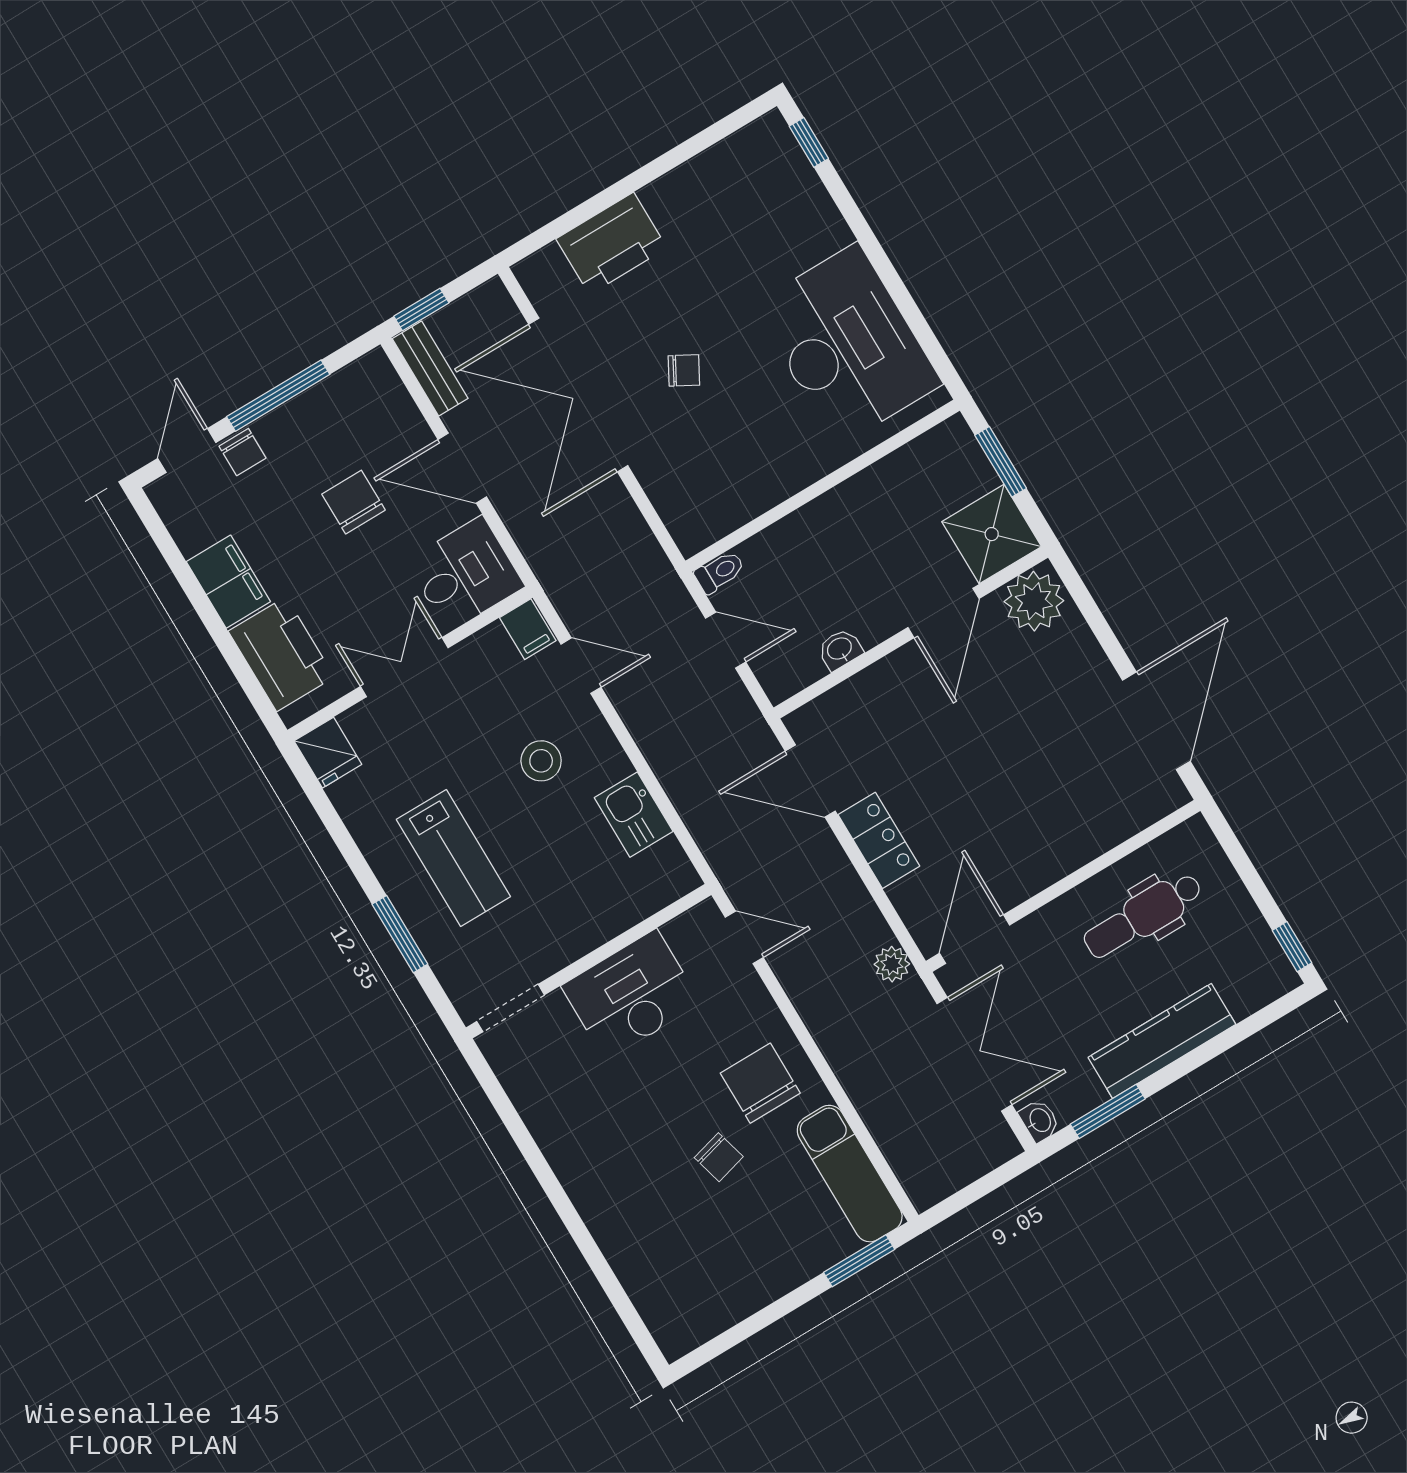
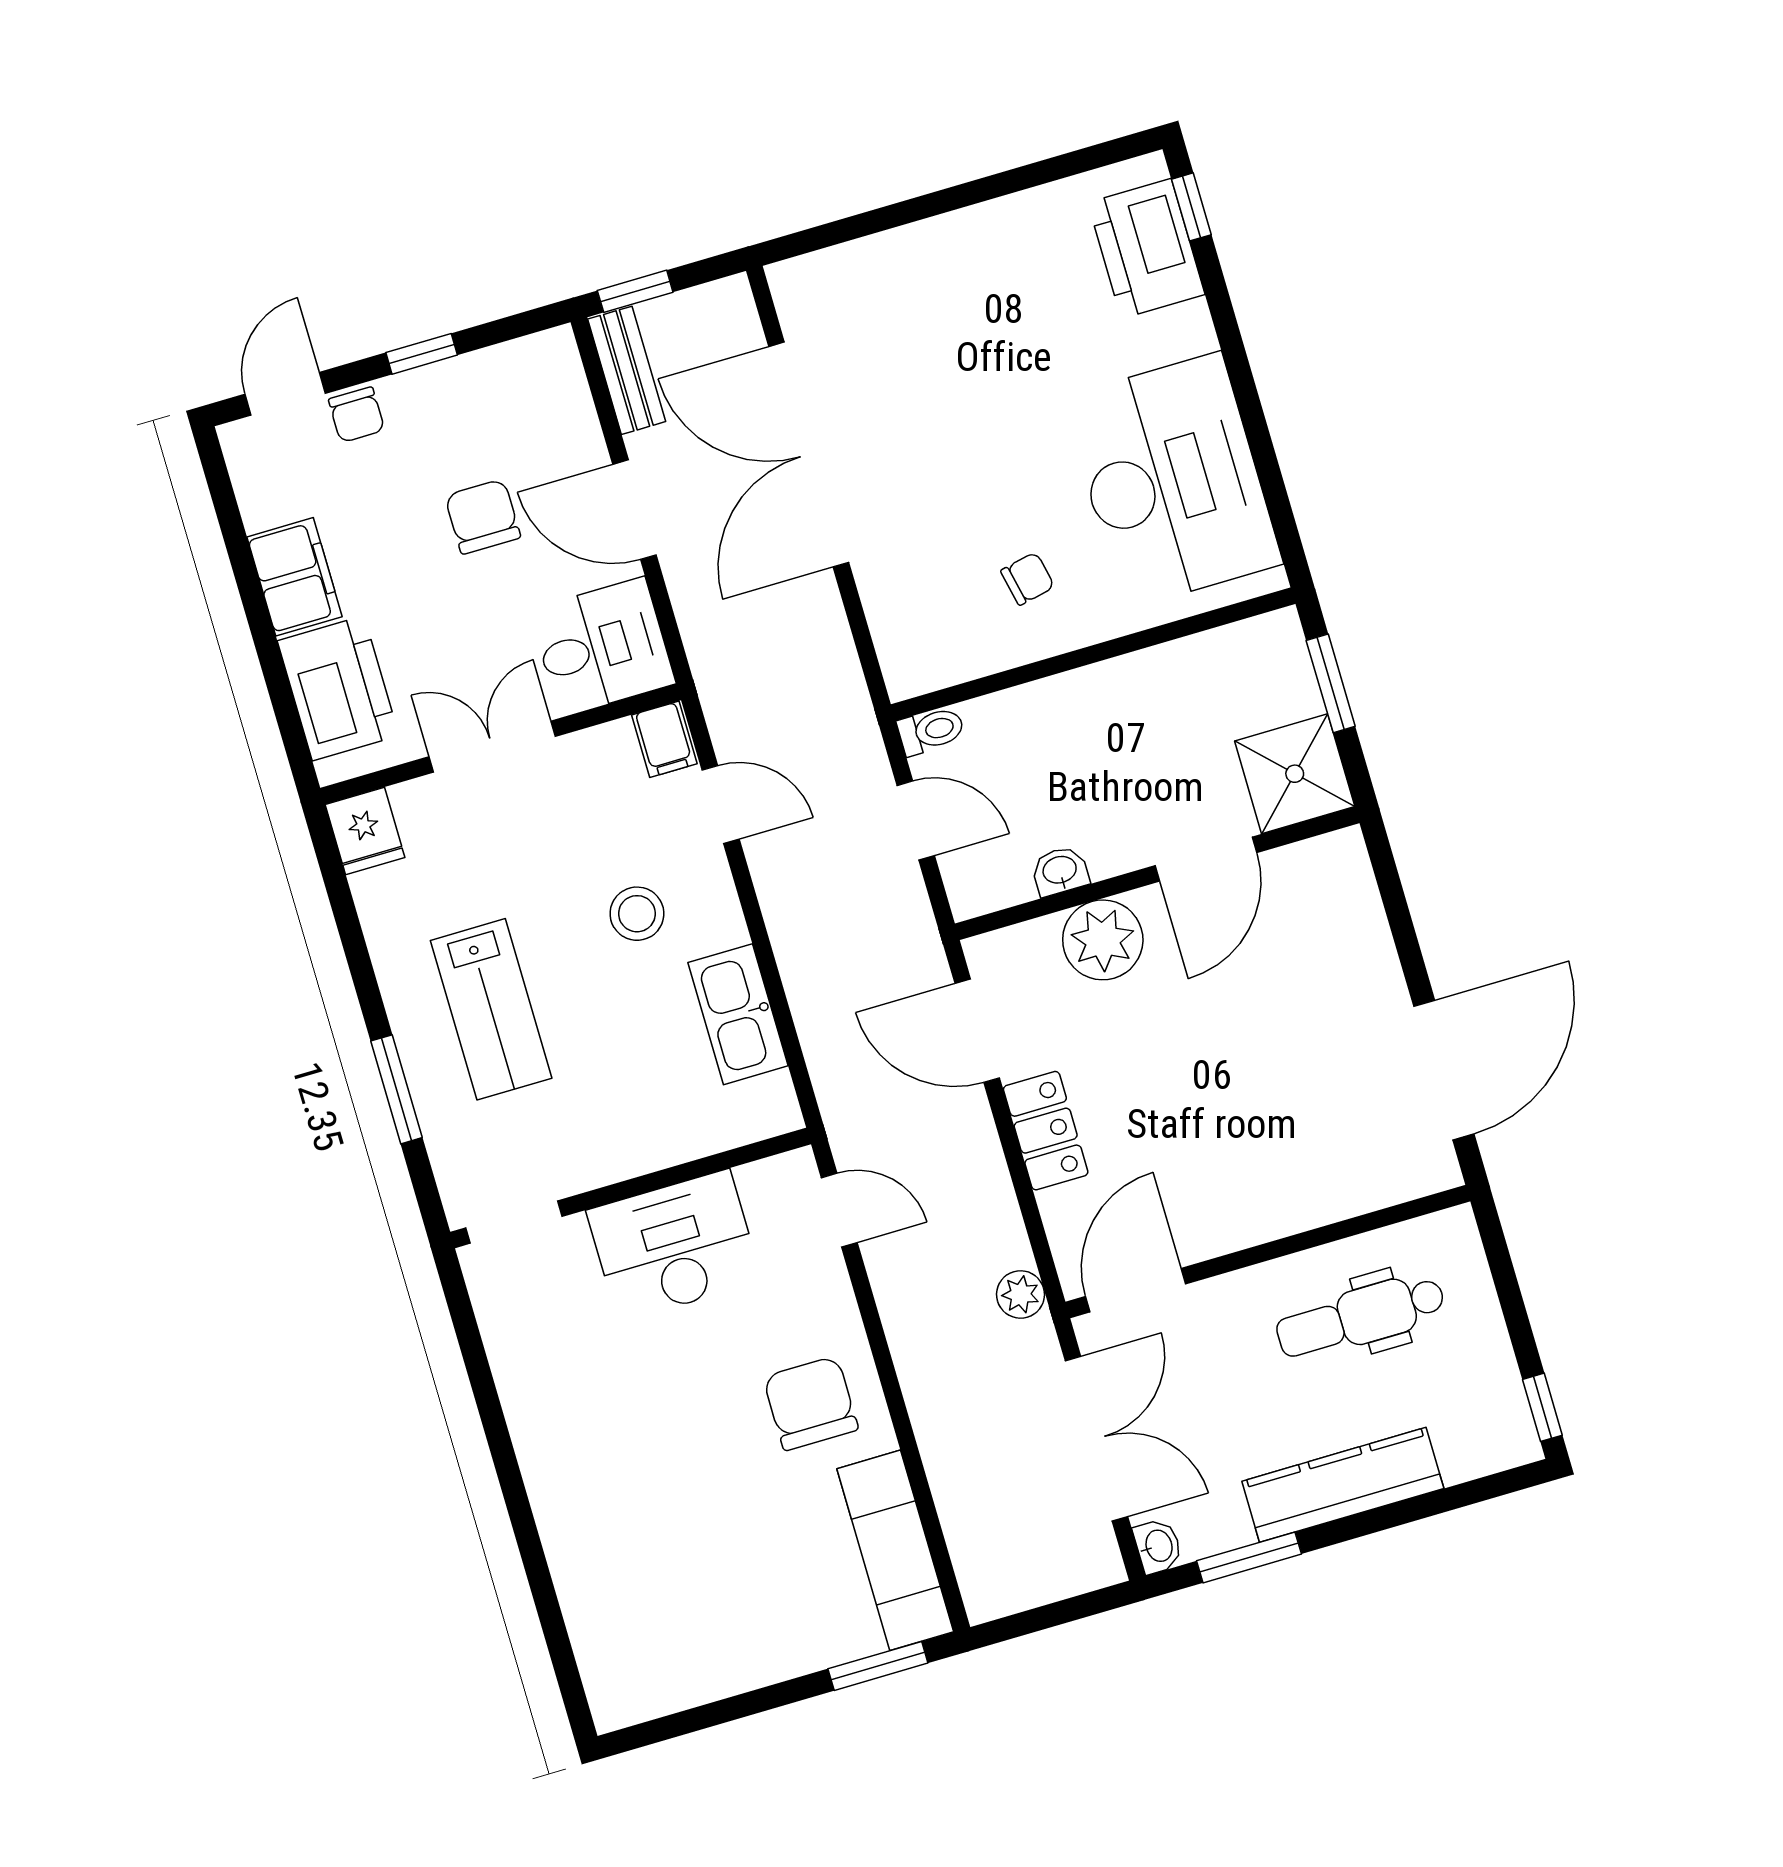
printer: (612, 243) -> (1146, 249), moved, turned 90
chair: (684, 370) -> (1028, 579), moved, turned -41
window: (278, 396) -> (422, 354), width x0.46
plant: (1034, 601) -> (1103, 940), moved
kitchen sink: (634, 815) -> (738, 1014), width x1.38
chair: (719, 1157) -> (732, 1485), removed

